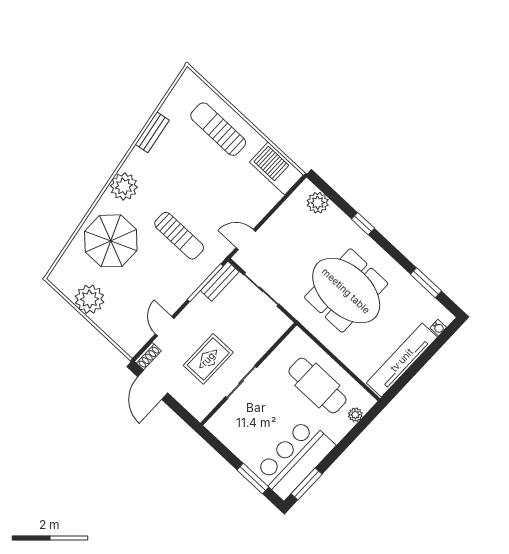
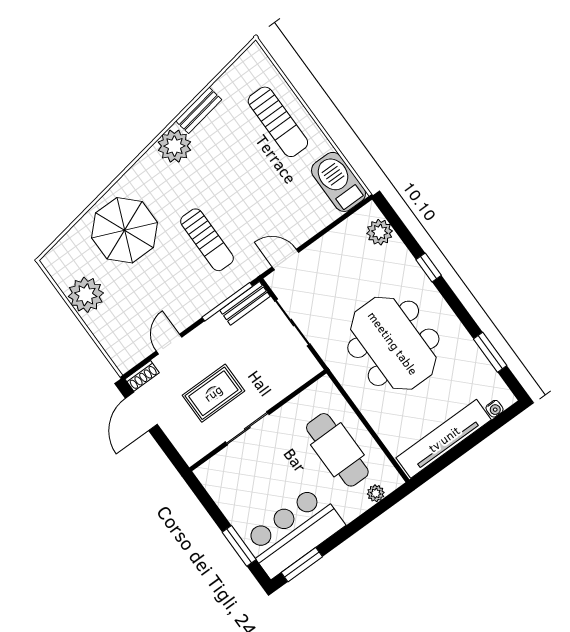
sun lounger: (218, 129) -> (278, 122), turned 180
plant: (124, 186) -> (174, 146), moved

